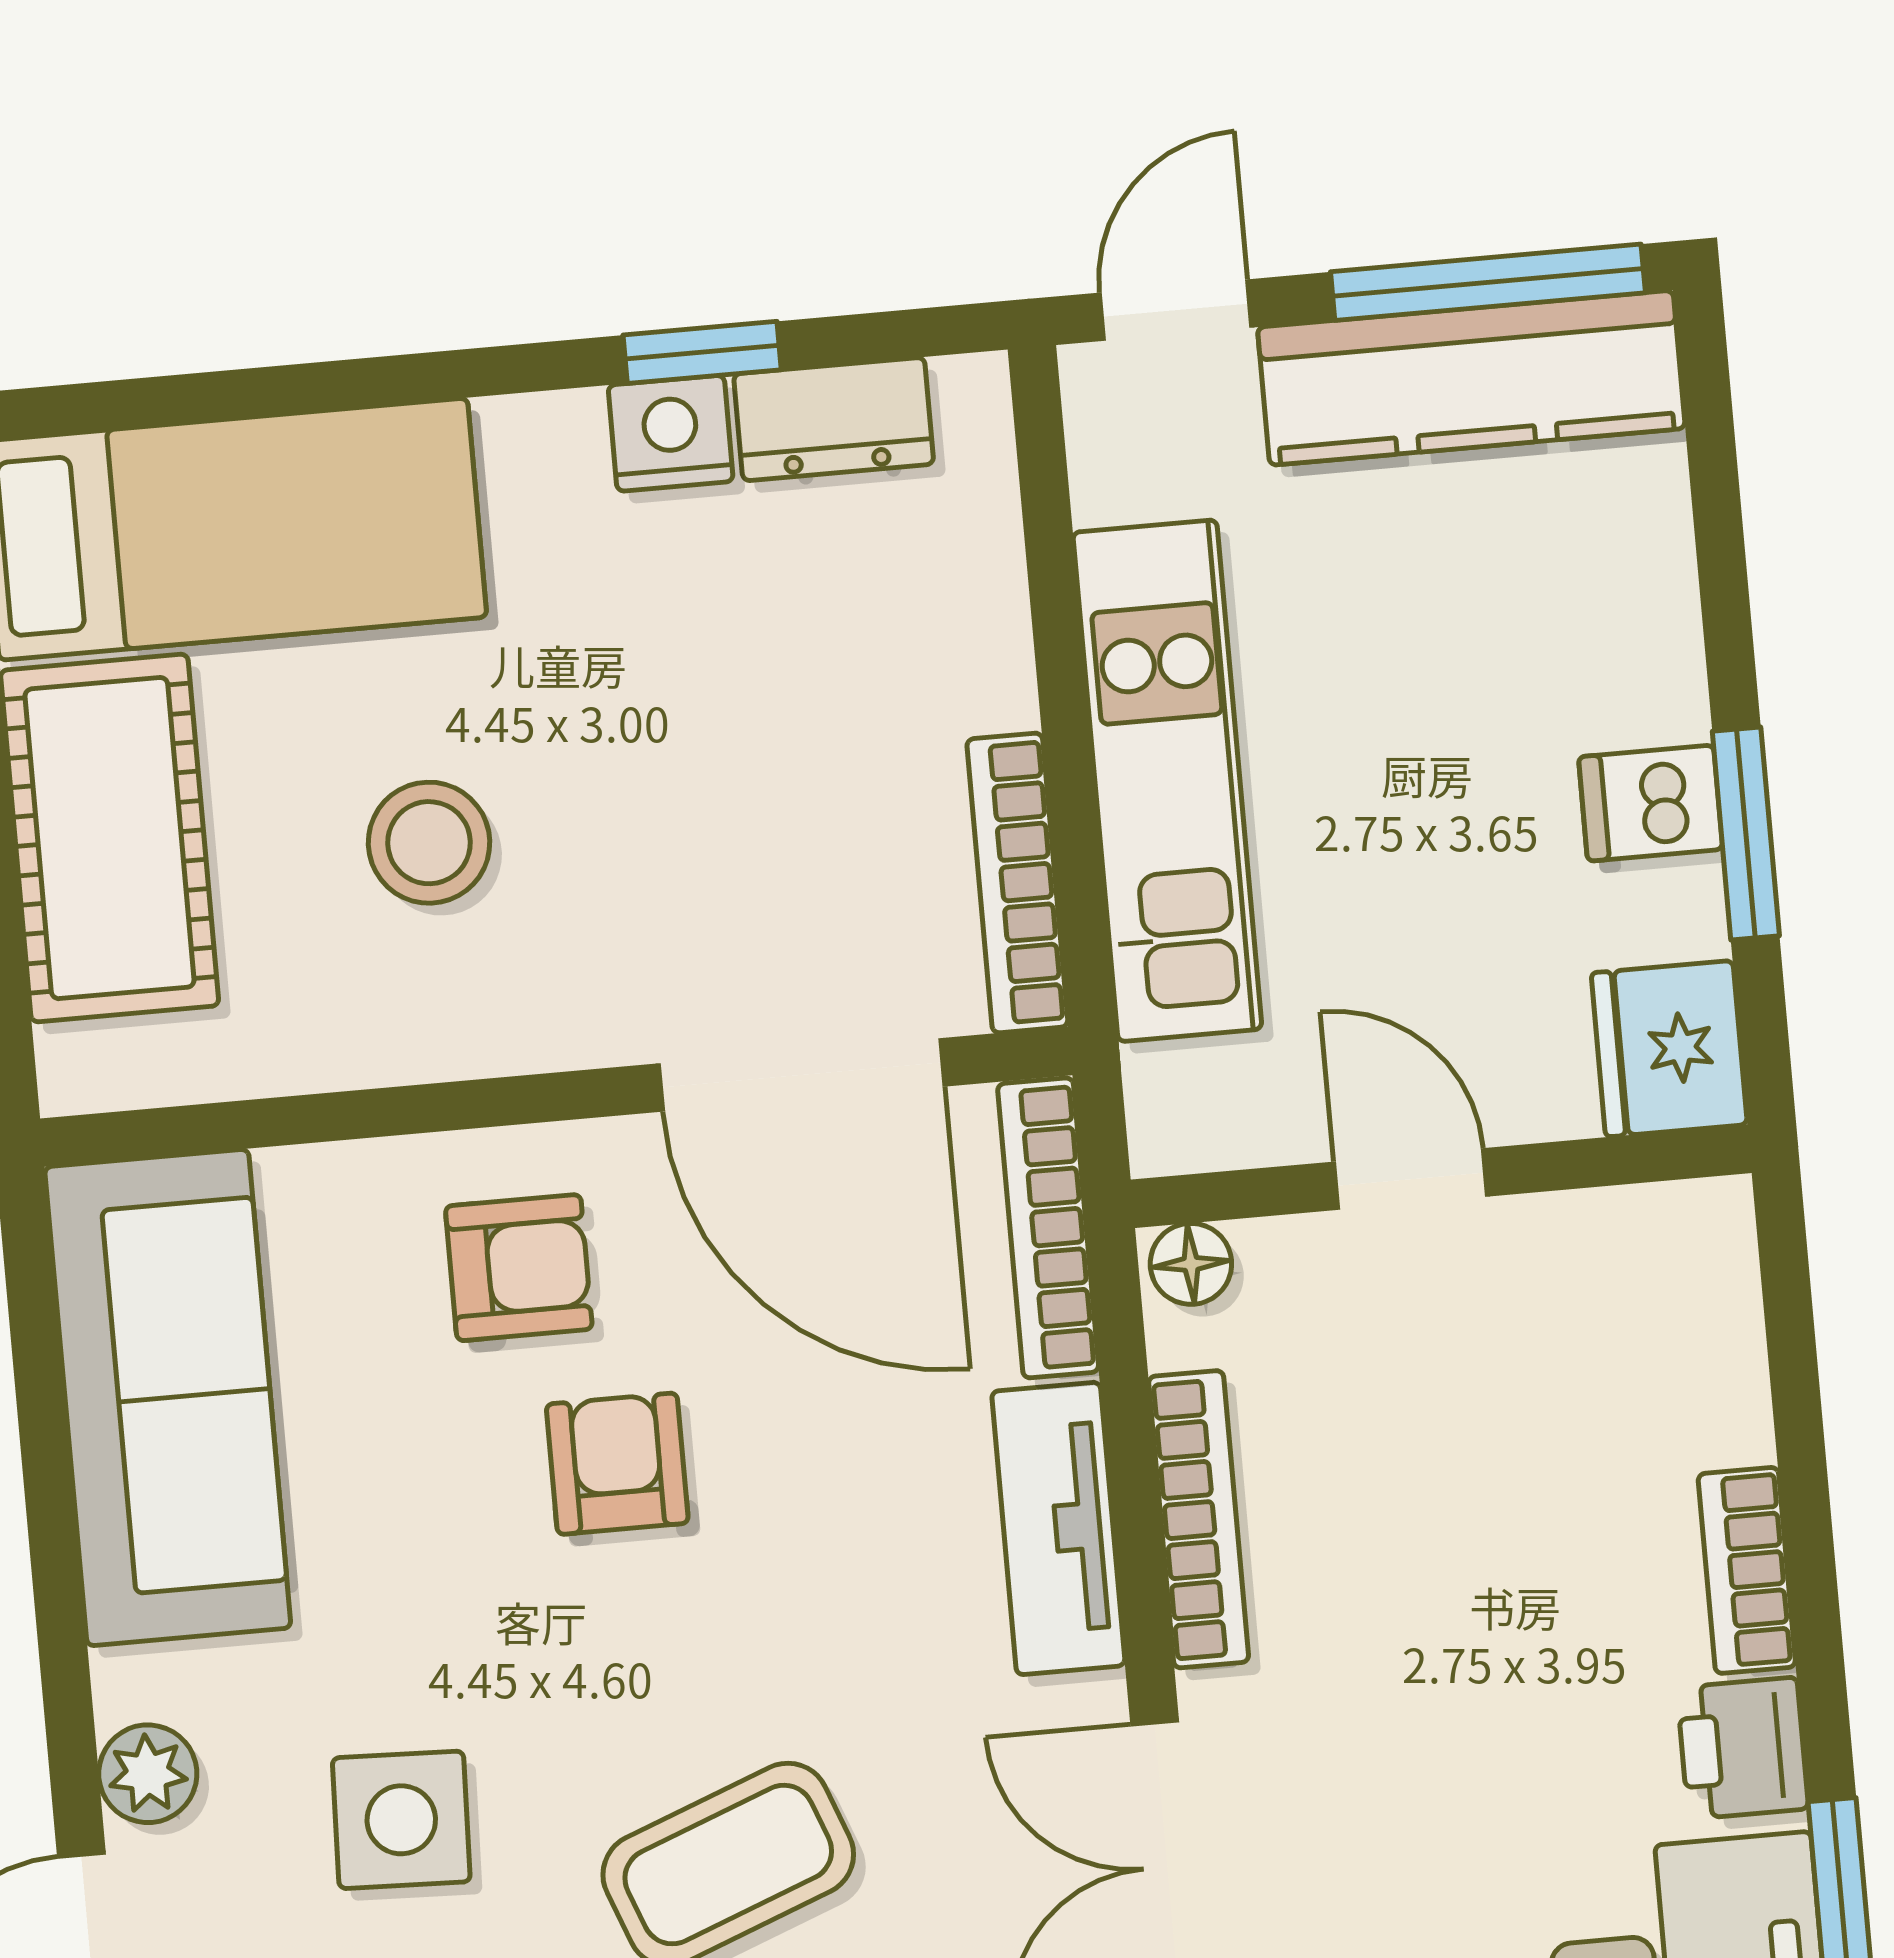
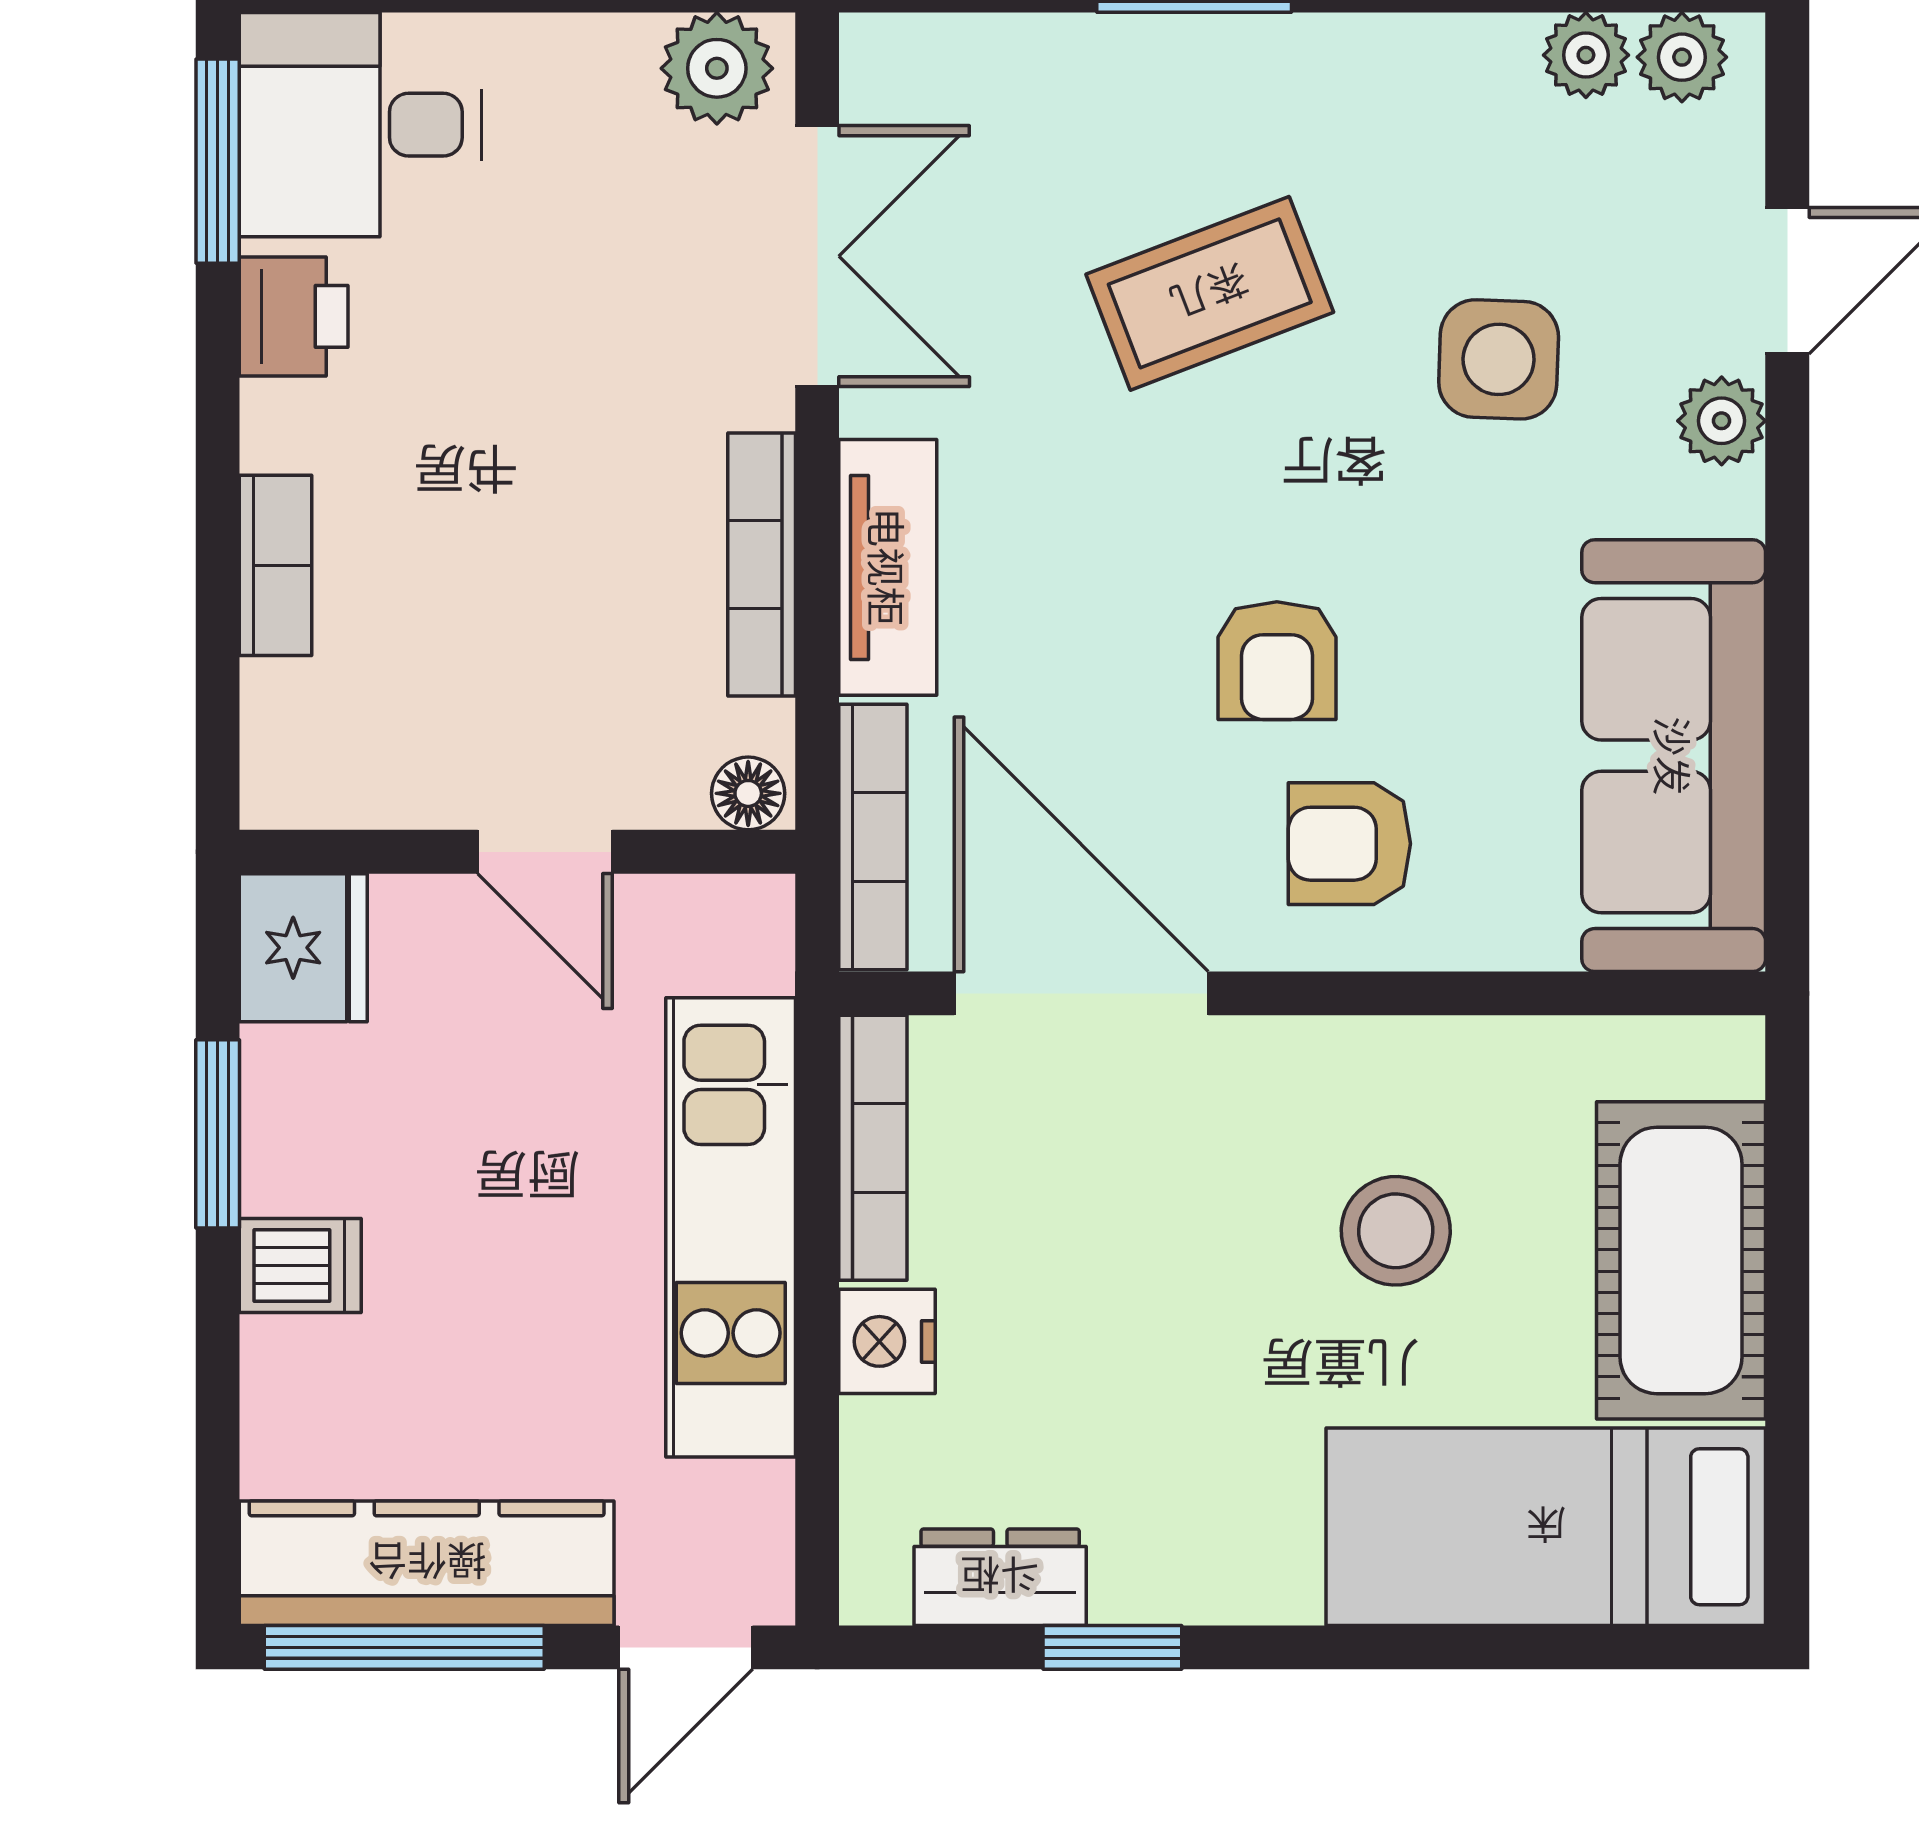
nightstand: (671, 433) -> (887, 1341), moved, turned 90
dishwasher: (1651, 803) -> (300, 1265), moved
bookcase: (1747, 1570) -> (276, 565), moved

